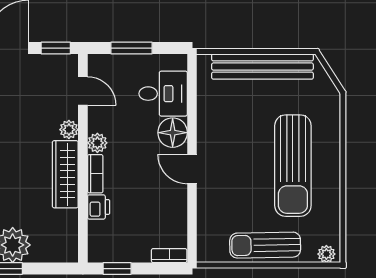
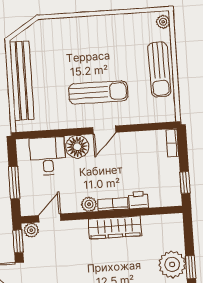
plant: (69, 130) -> (31, 230), moved
sun lounger: (293, 166) -> (98, 92), moved, width x0.73, depth x0.75

